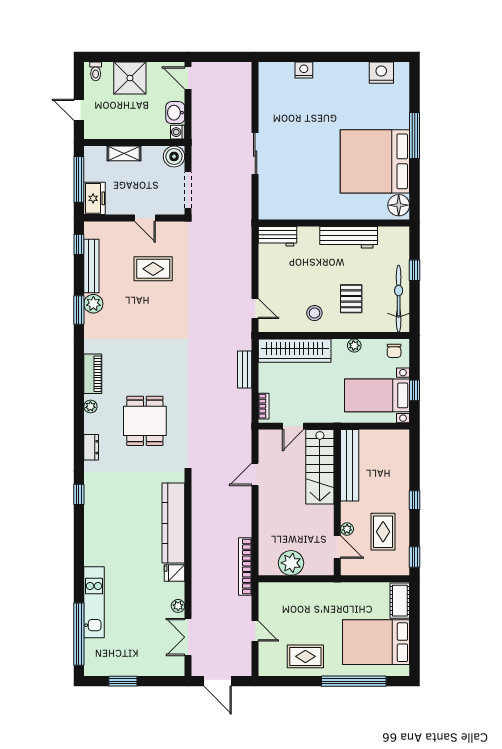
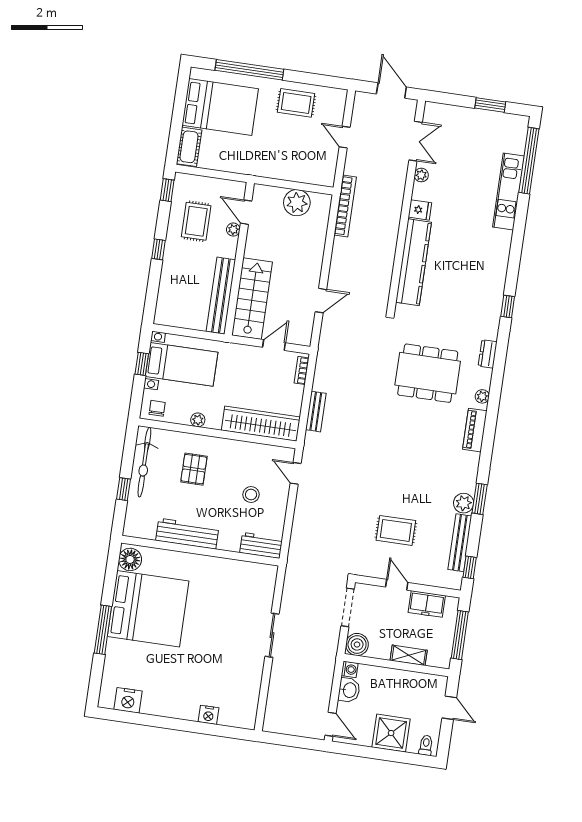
freezer: (95, 198) -> (427, 604), moved, turned -90
stool: (314, 313) -> (251, 495), moved
dining table: (145, 421) -> (428, 373), width x1.38

